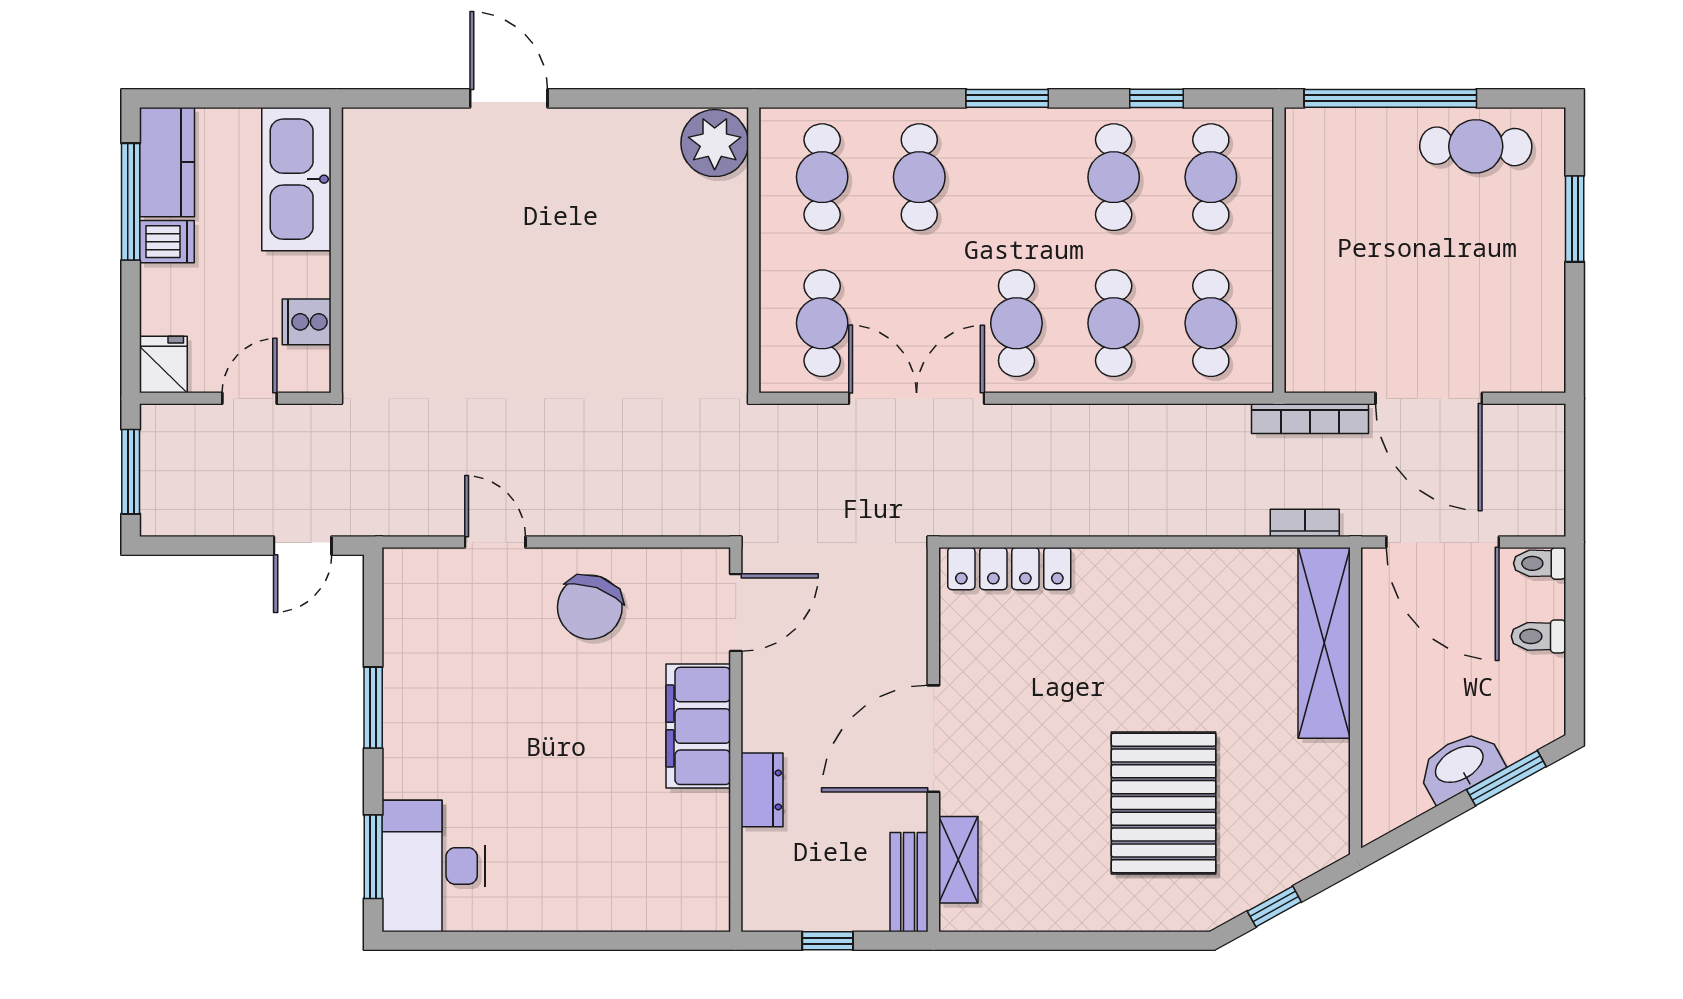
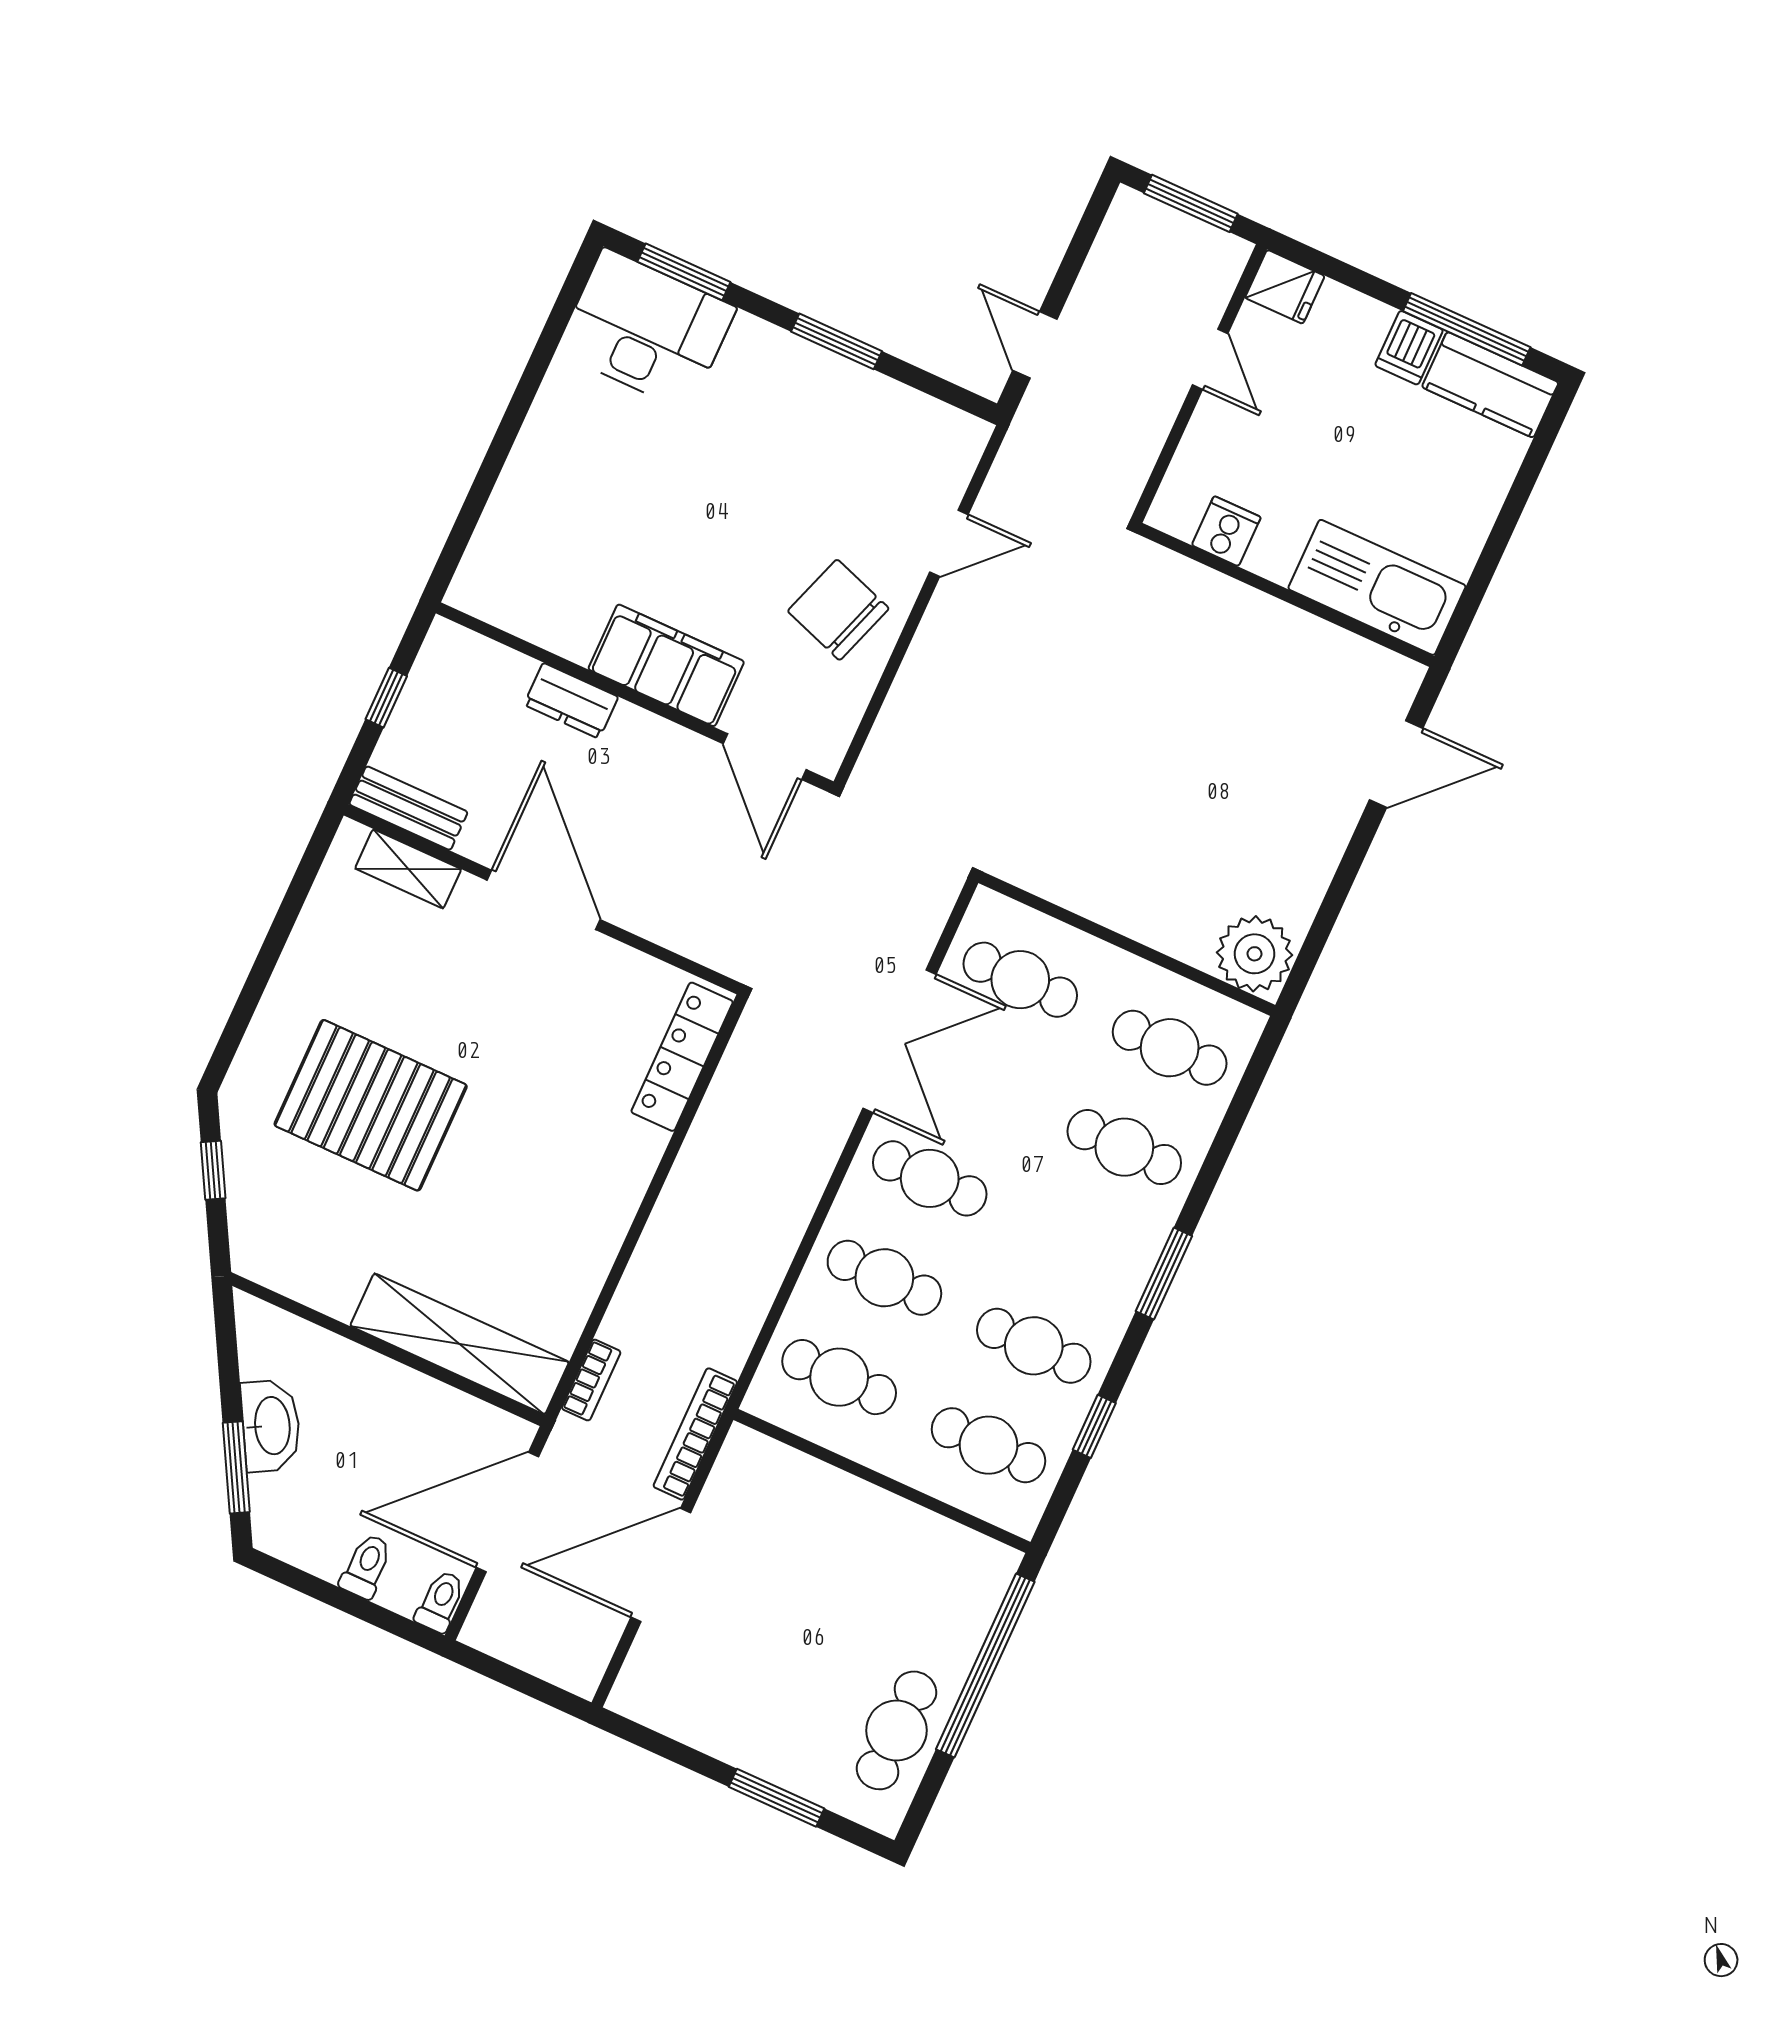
kitchen sink: (296, 179) -> (1377, 587), moved
wall: (336, 250) -> (1286, 595), moved
cooker: (307, 322) -> (1226, 531), moved

